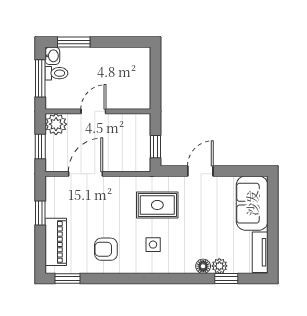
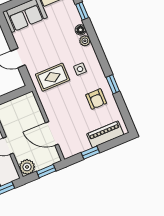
window: (156, 147) -> (14, 95), removed
rug: (157, 205) -> (53, 77), turned 90
plant: (219, 266) -> (85, 41), moved
window: (67, 278) -> (113, 84), moved

